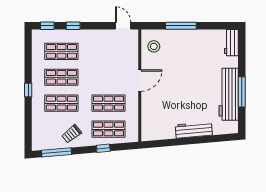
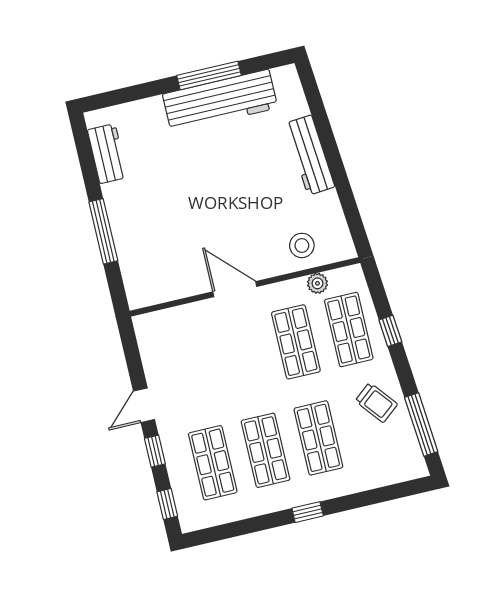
door: (123, 26) -> (144, 405), moved
workbench: (231, 43) -> (107, 154), moved, turned -90
stool: (154, 46) -> (302, 245), moved
plant: (133, 120) -> (317, 283), added

